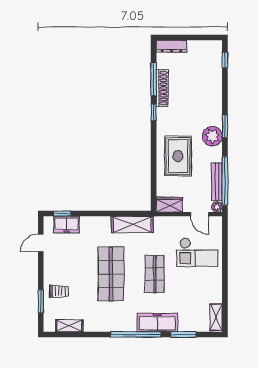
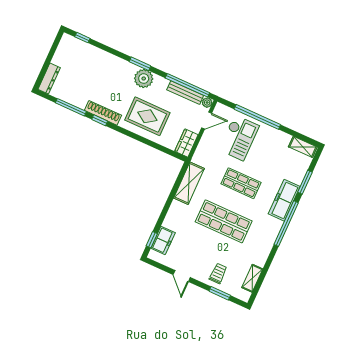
shoe rack: (162, 88) -> (103, 113), moved
door: (41, 243) -> (182, 276), moved
window: (225, 261) -> (257, 117), added

